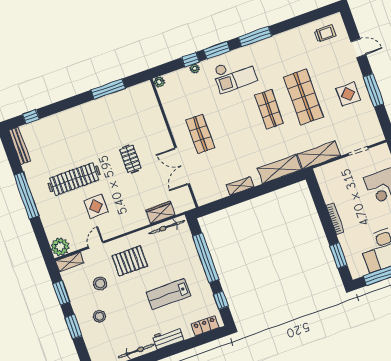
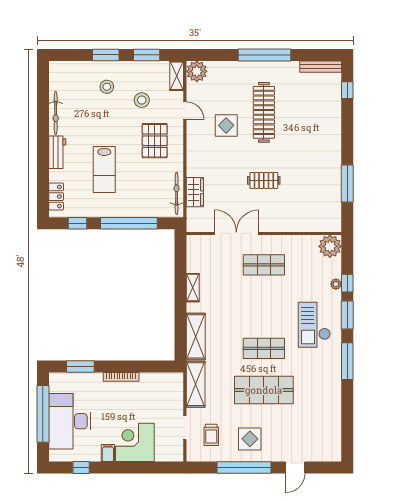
trolley: (325, 33) -> (211, 435), moved
plant: (159, 82) -> (330, 246), width x1.88, depth x1.88
window: (373, 90) -> (244, 468), width x1.46
lab bench: (169, 294) -> (104, 170), turned 180

